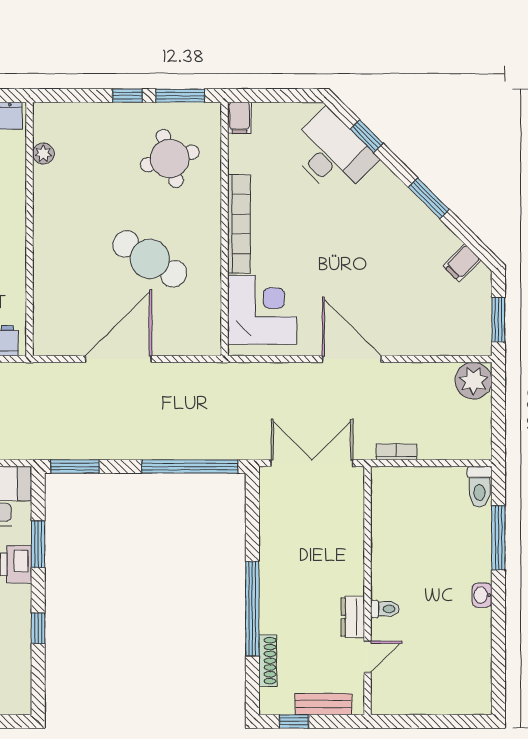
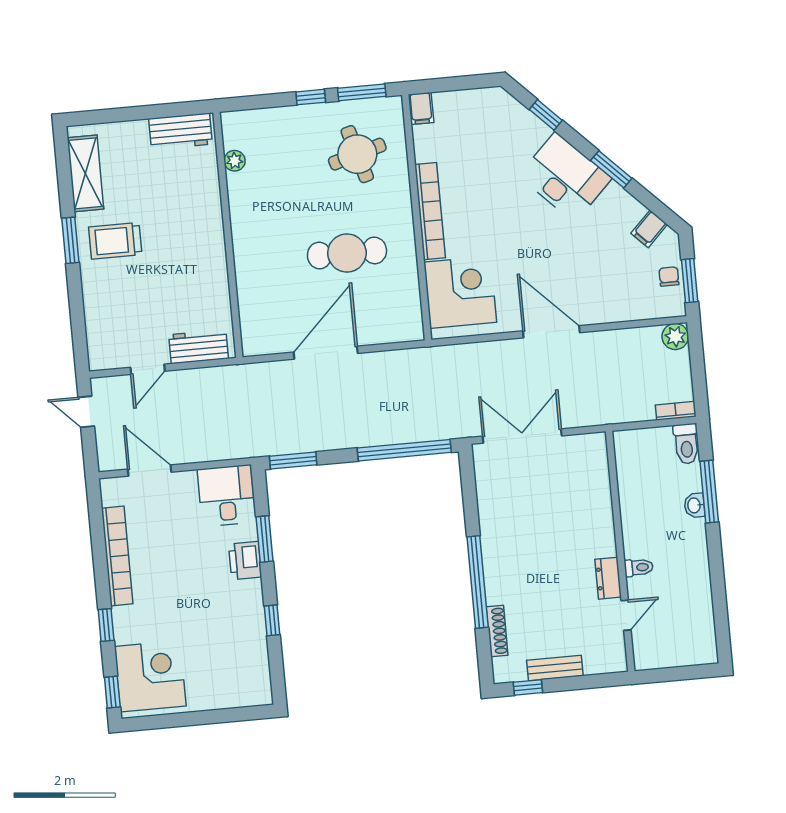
desk: (332, 153) -> (565, 177), moved
cafe table: (150, 259) -> (347, 253), turned -32
chair: (478, 314) -> (669, 277), added
plant: (473, 381) -> (675, 337), width x0.73, depth x0.73
bookcase: (396, 452) -> (676, 411), moved
wall: (368, 591) -> (620, 551), moved
washbasin: (482, 595) -> (695, 505), moved
toilet: (385, 609) -> (639, 567), moved
dresser: (353, 617) -> (608, 578), moved
door: (368, 657) -> (626, 615), moved

